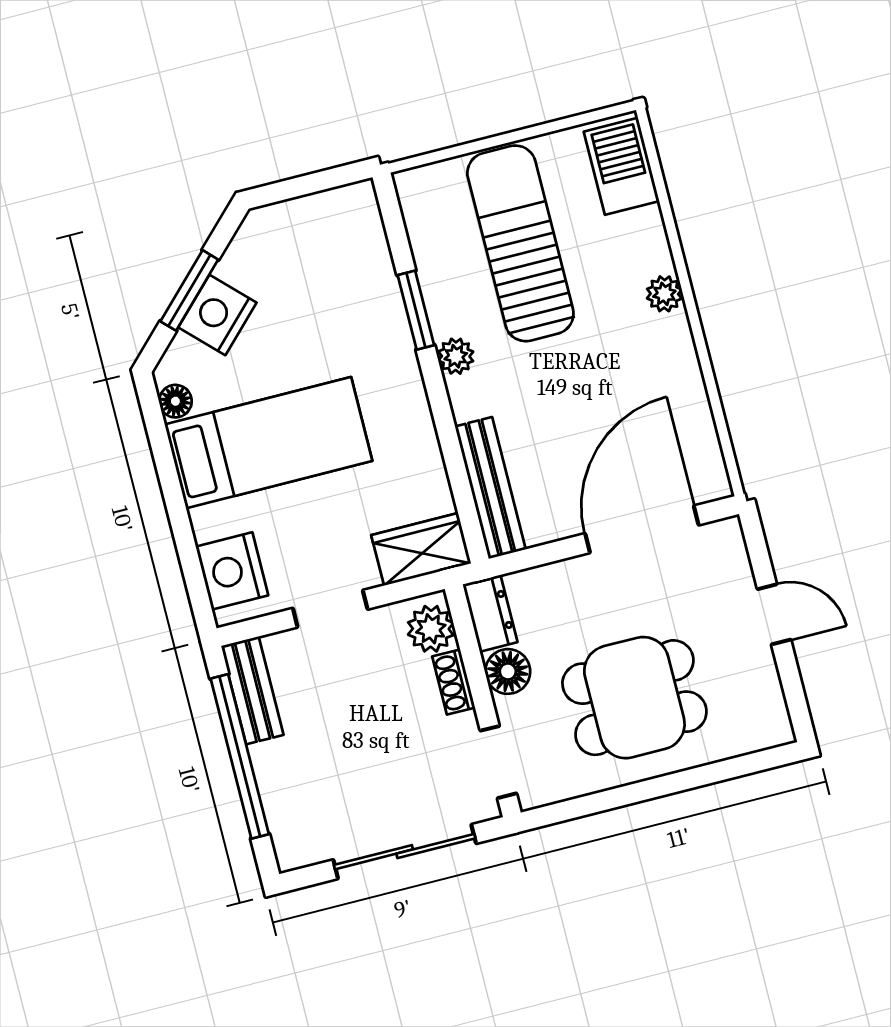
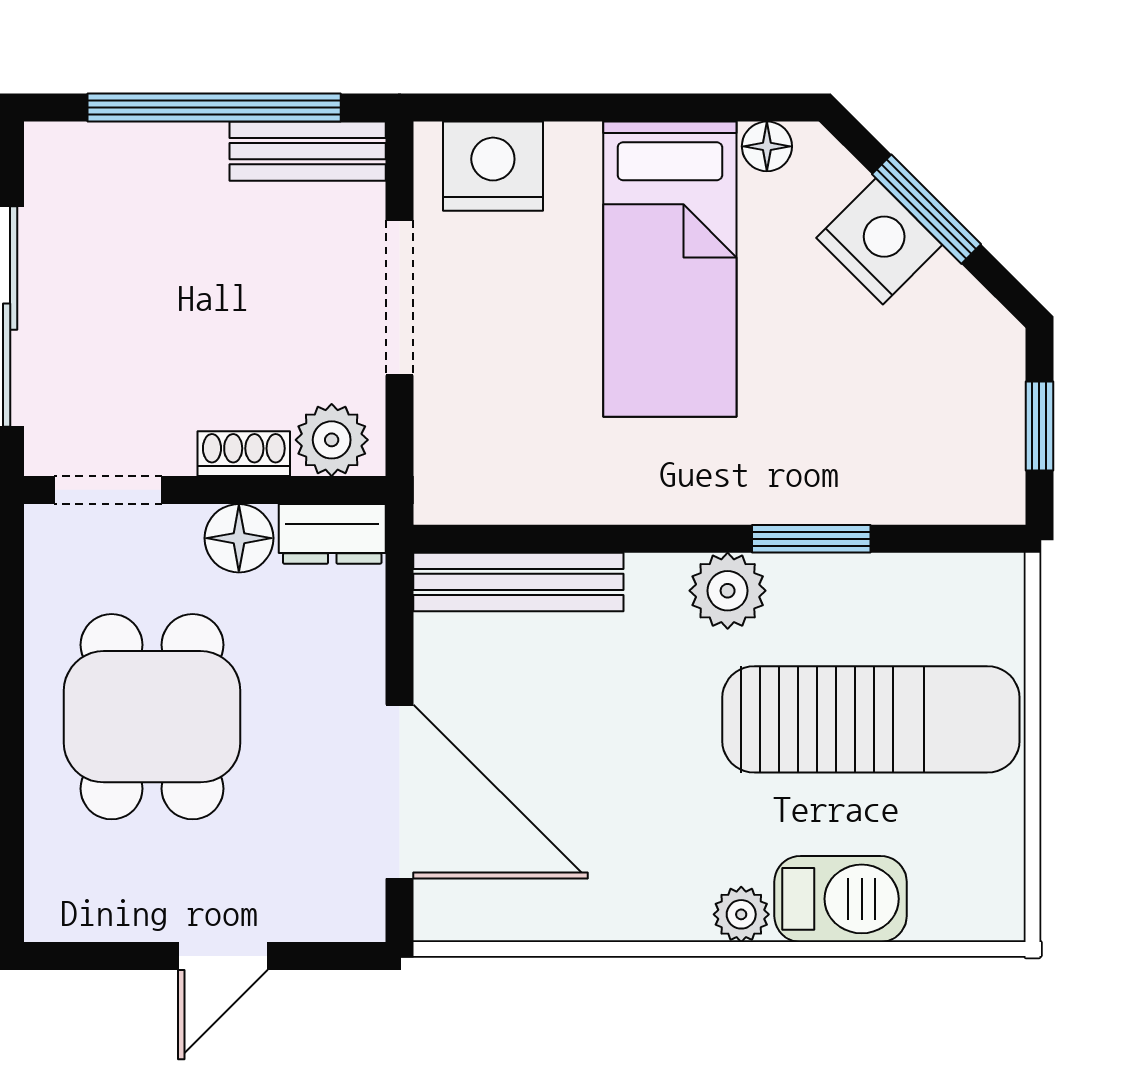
barbecue: (622, 166) -> (841, 899), moved
window: (308, 184) -> (1039, 426), added
plant: (456, 356) -> (728, 591), width x1.38, depth x1.38
wardrobe: (421, 549) -> (454, 456), removed
doorway: (330, 609) -> (400, 298), width x1.38

